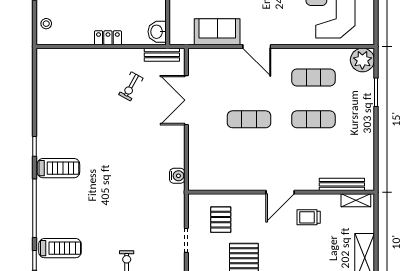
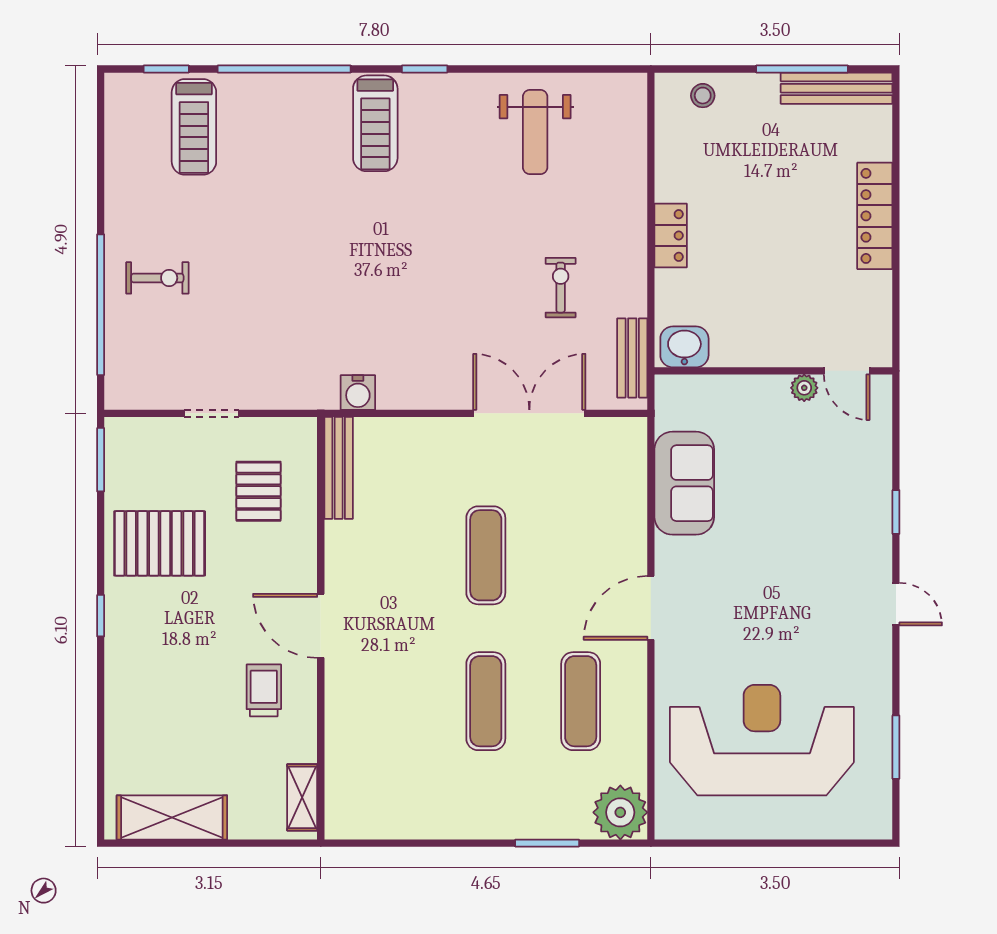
door: (257, 46) -> (651, 608), moved
exercise bike: (131, 86) -> (561, 288), turned 61
weight bench: (62, 98) -> (535, 132), added
bench: (342, 184) -> (339, 468), moved
pallet: (221, 220) -> (258, 491), turned 90

